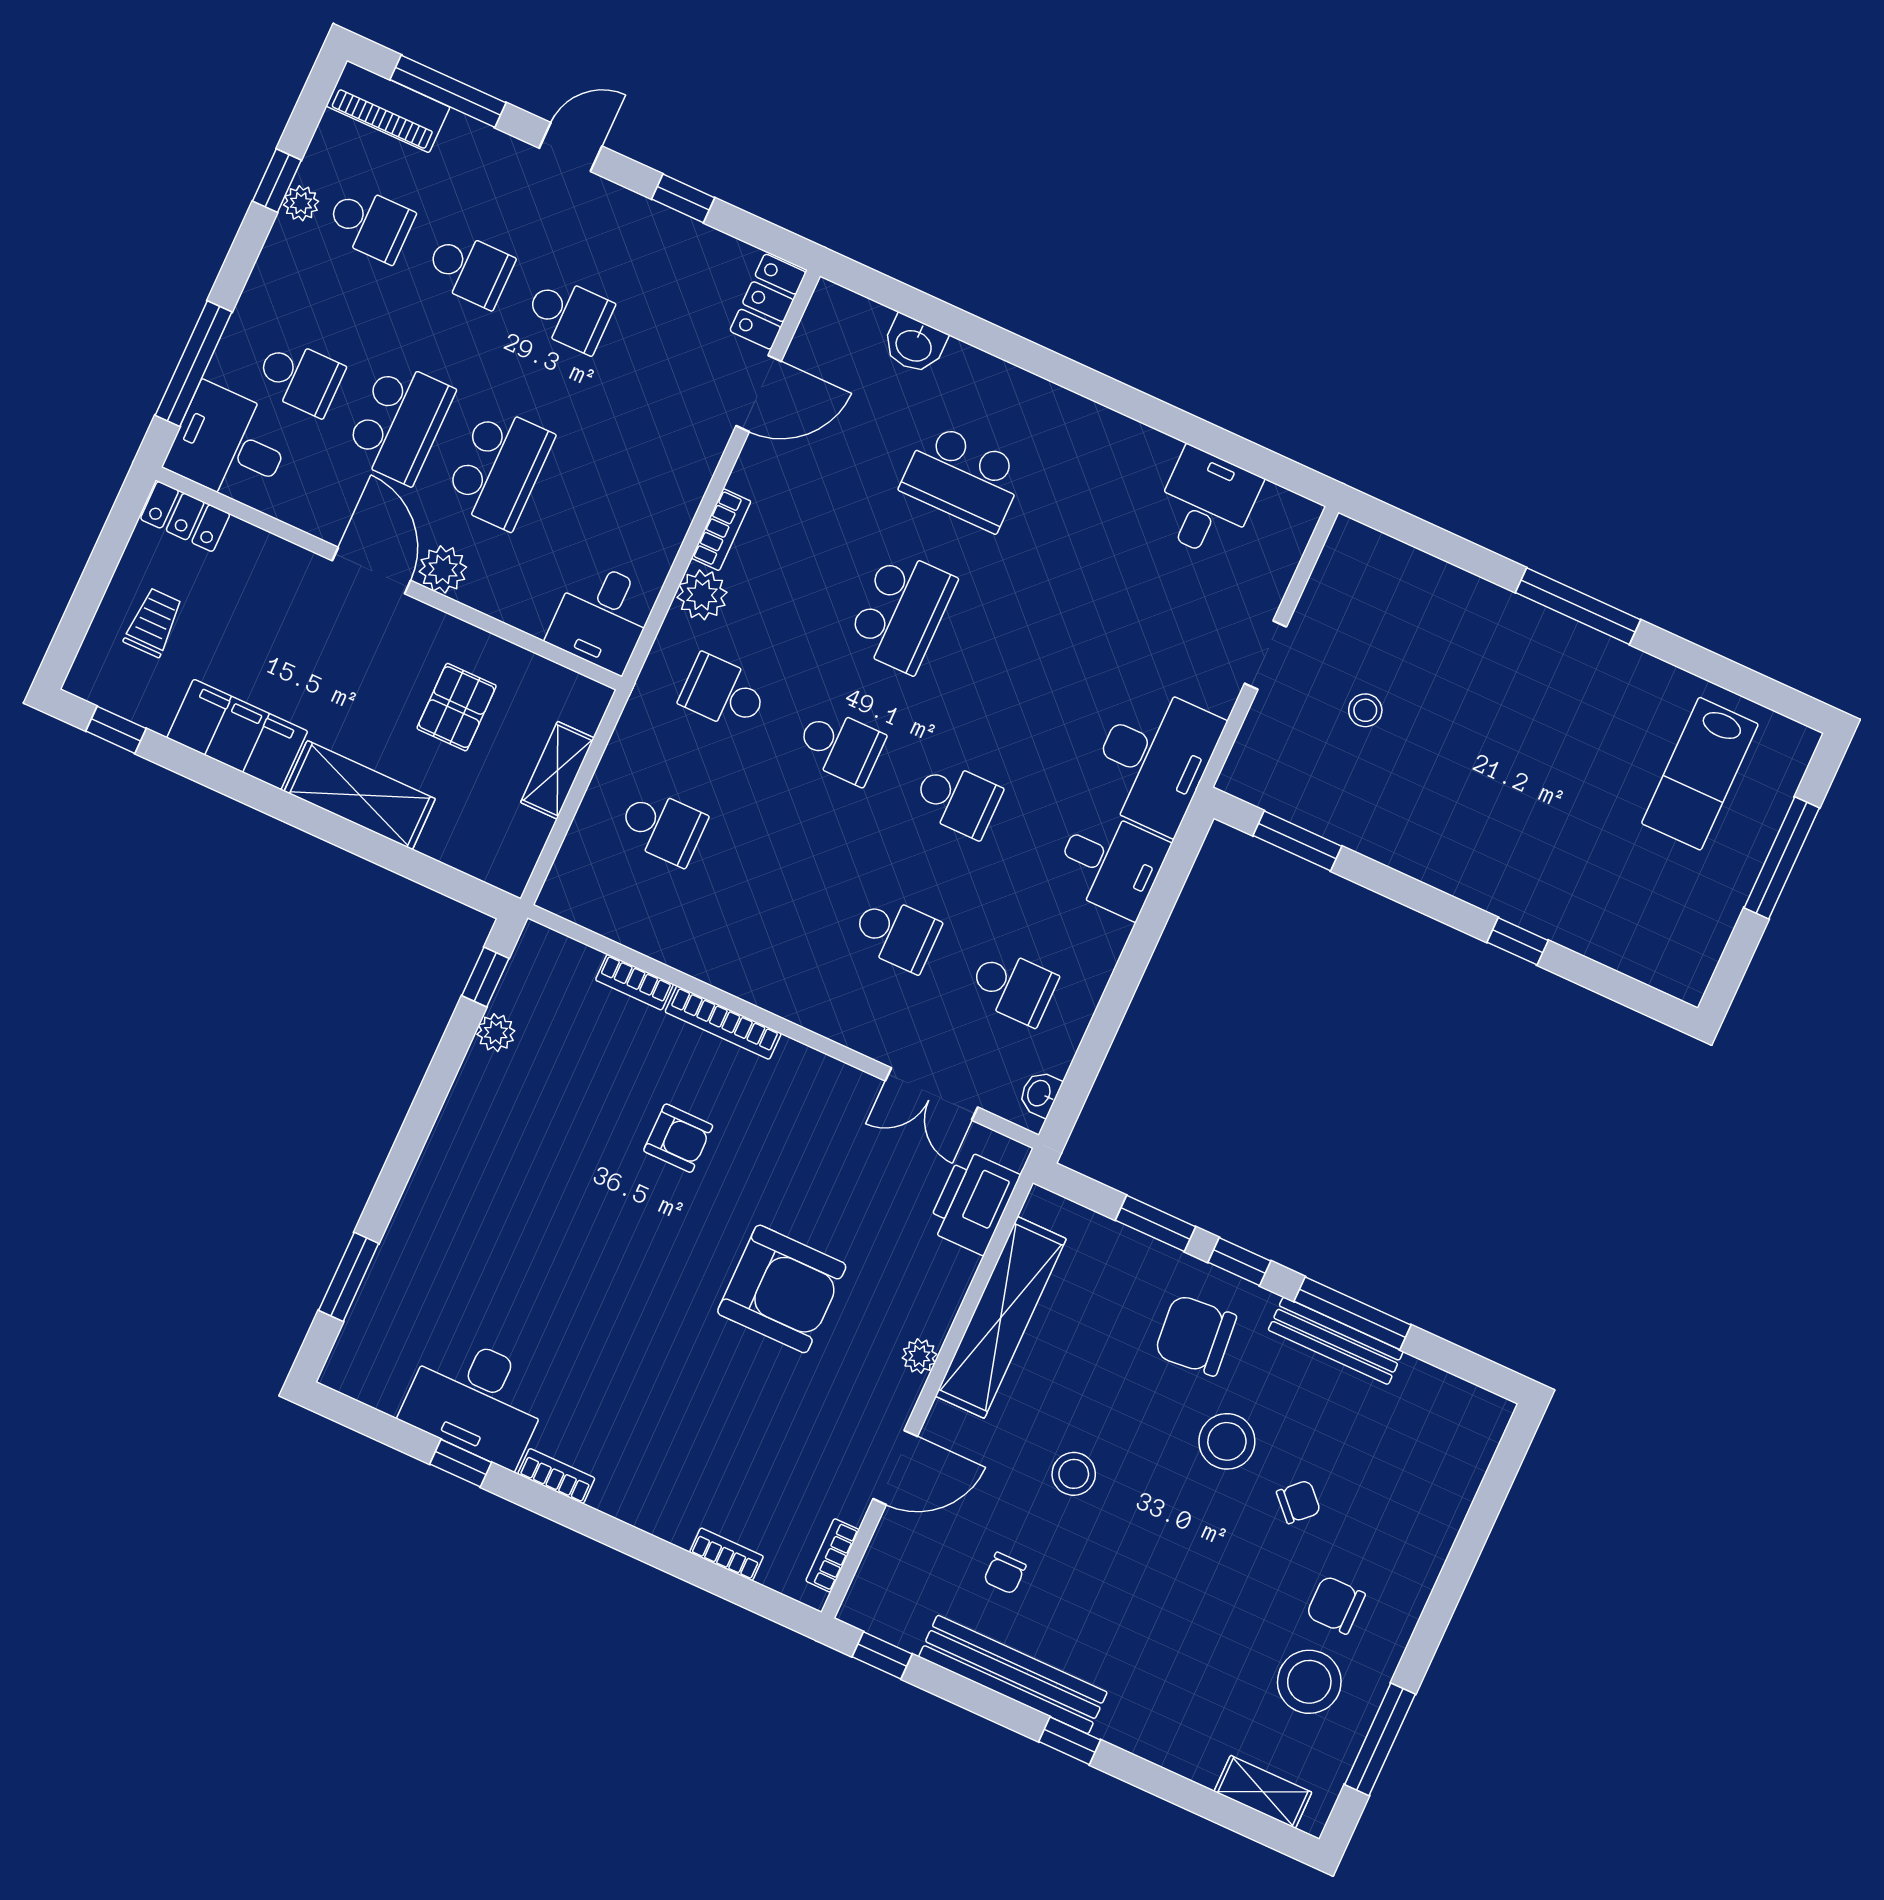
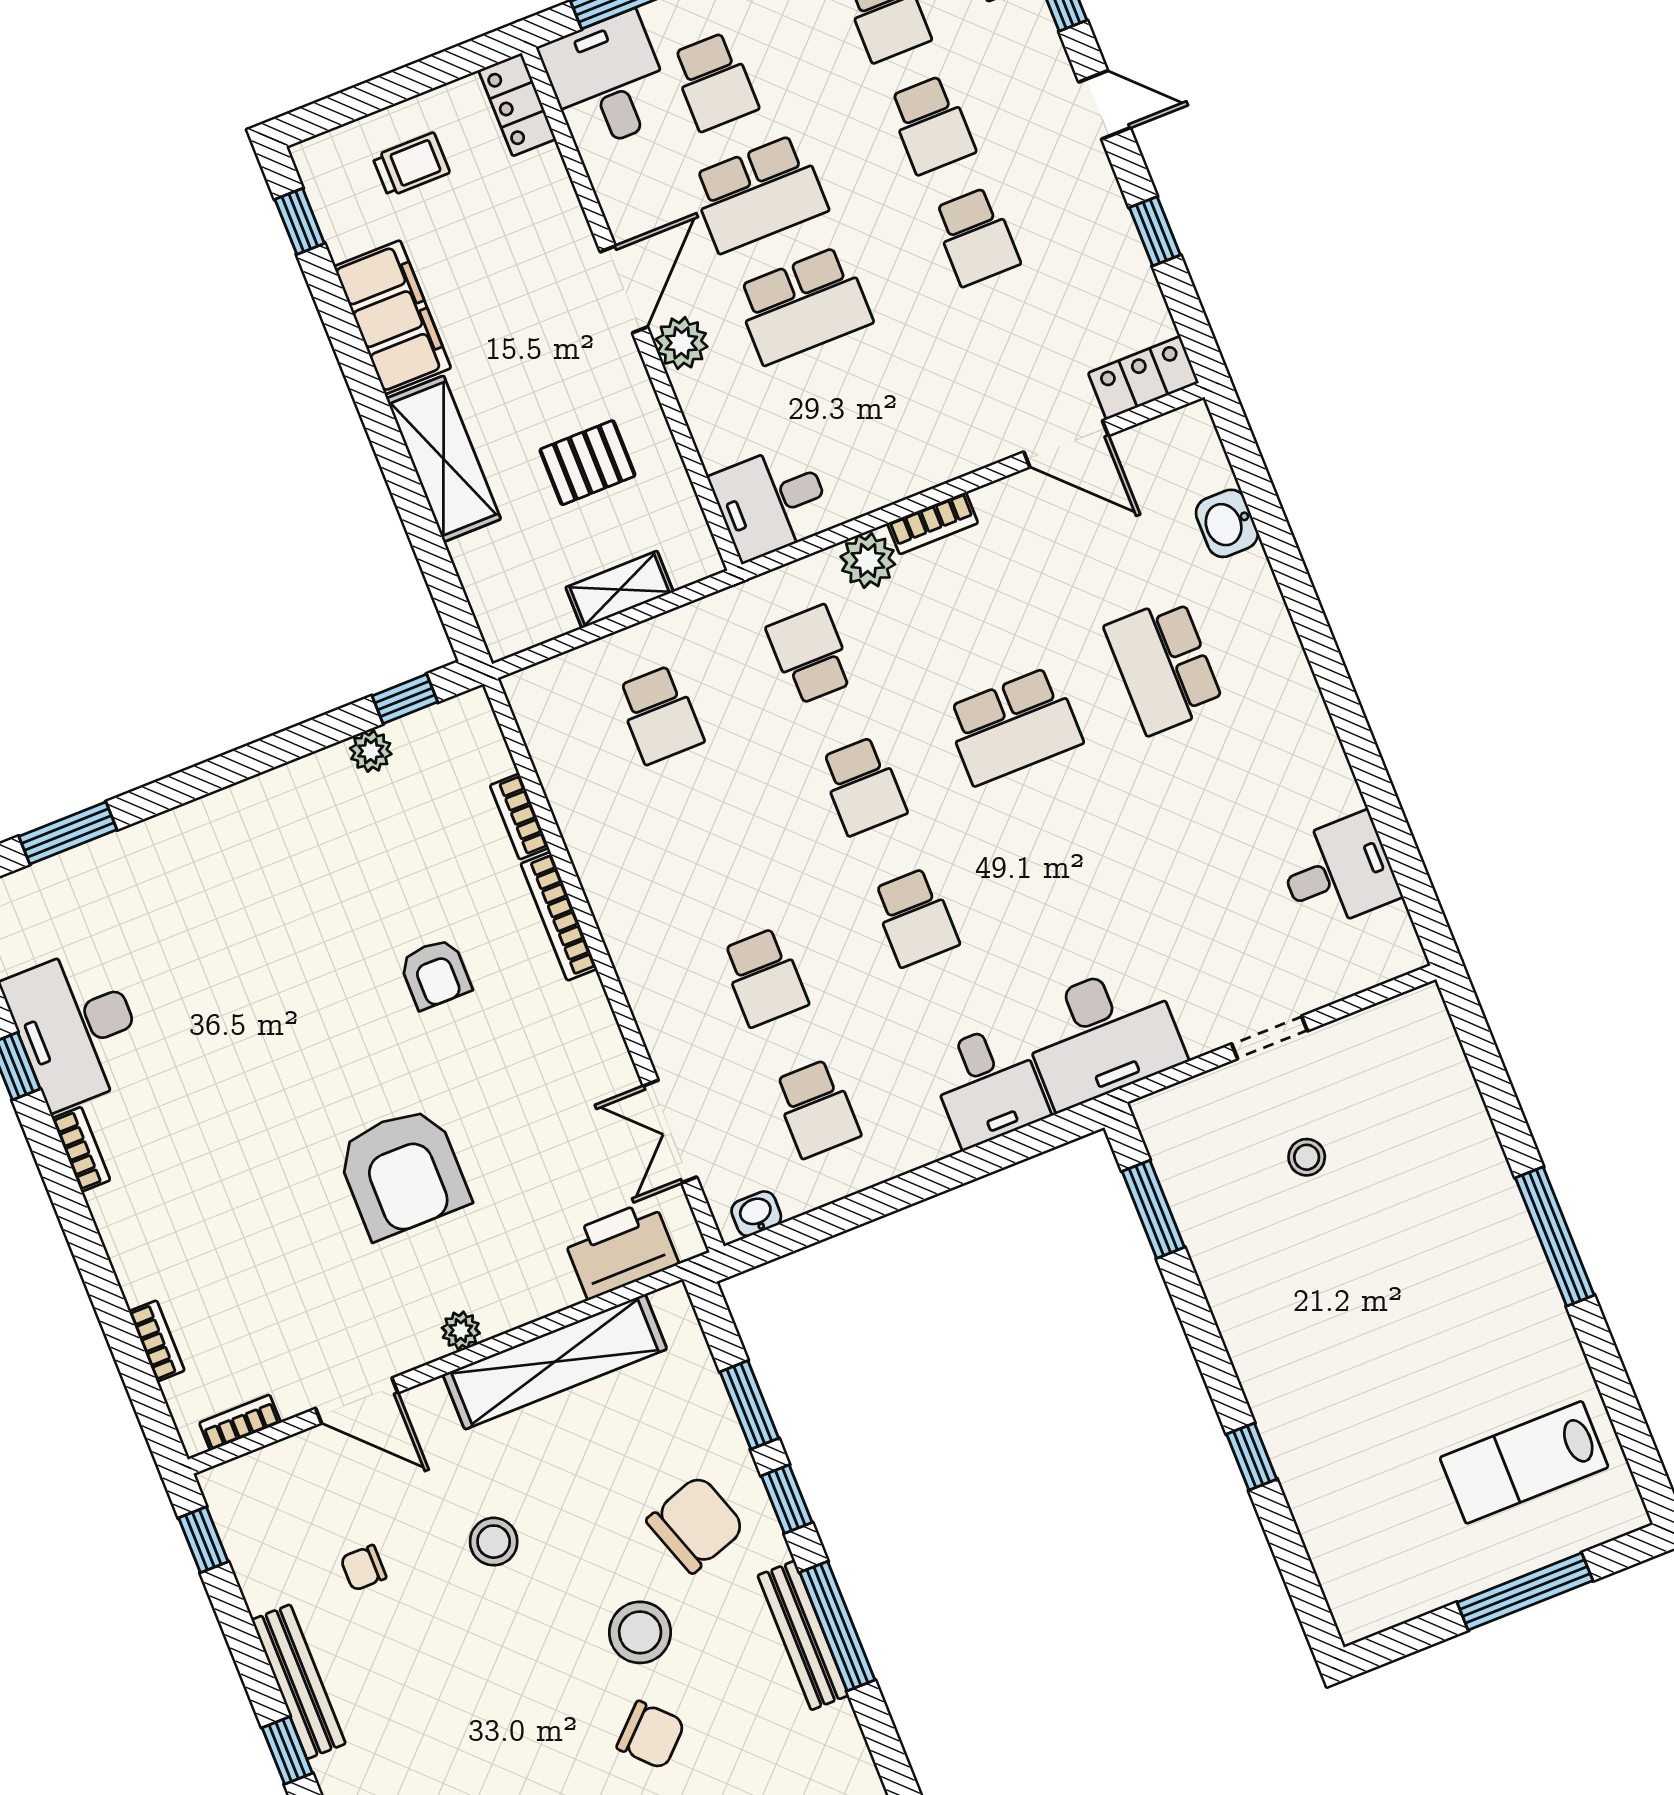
chair: (1195, 1335) -> (696, 1524), turned 76
chair: (1298, 1502) -> (651, 1735), width x1.37, depth x1.37
bench: (1013, 1674) -> (299, 1682), width x0.73, depth x0.82

